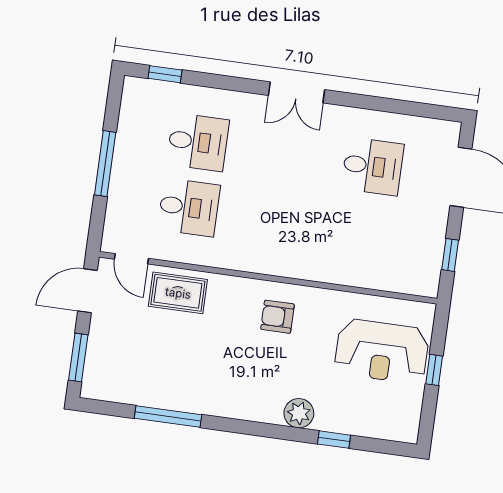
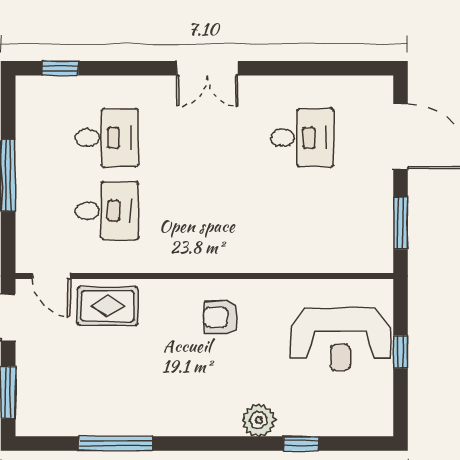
window: (450, 255) -> (401, 223), width x1.50

